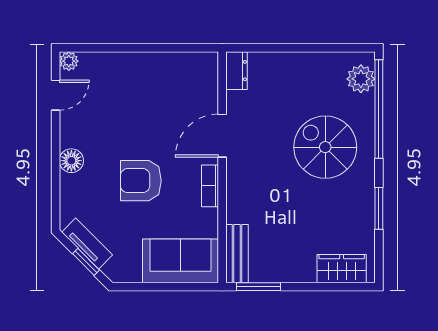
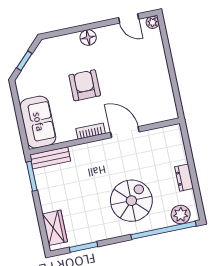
dresser: (237, 71) -> (184, 178), moved, turned 90
window: (379, 208) -> (83, 247), moved
tv unit: (87, 243) -> (36, 59), removed

